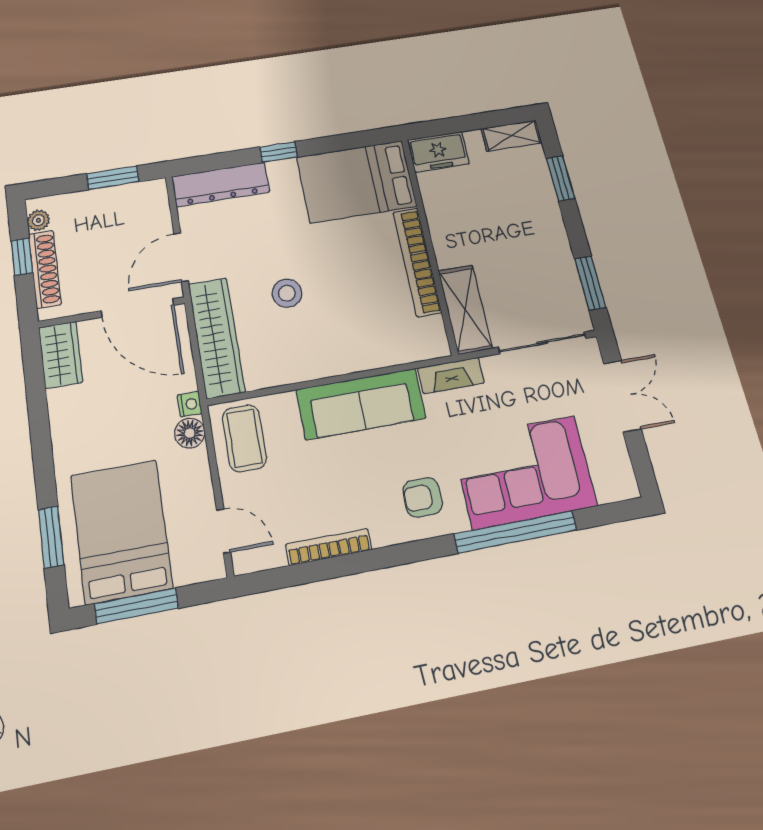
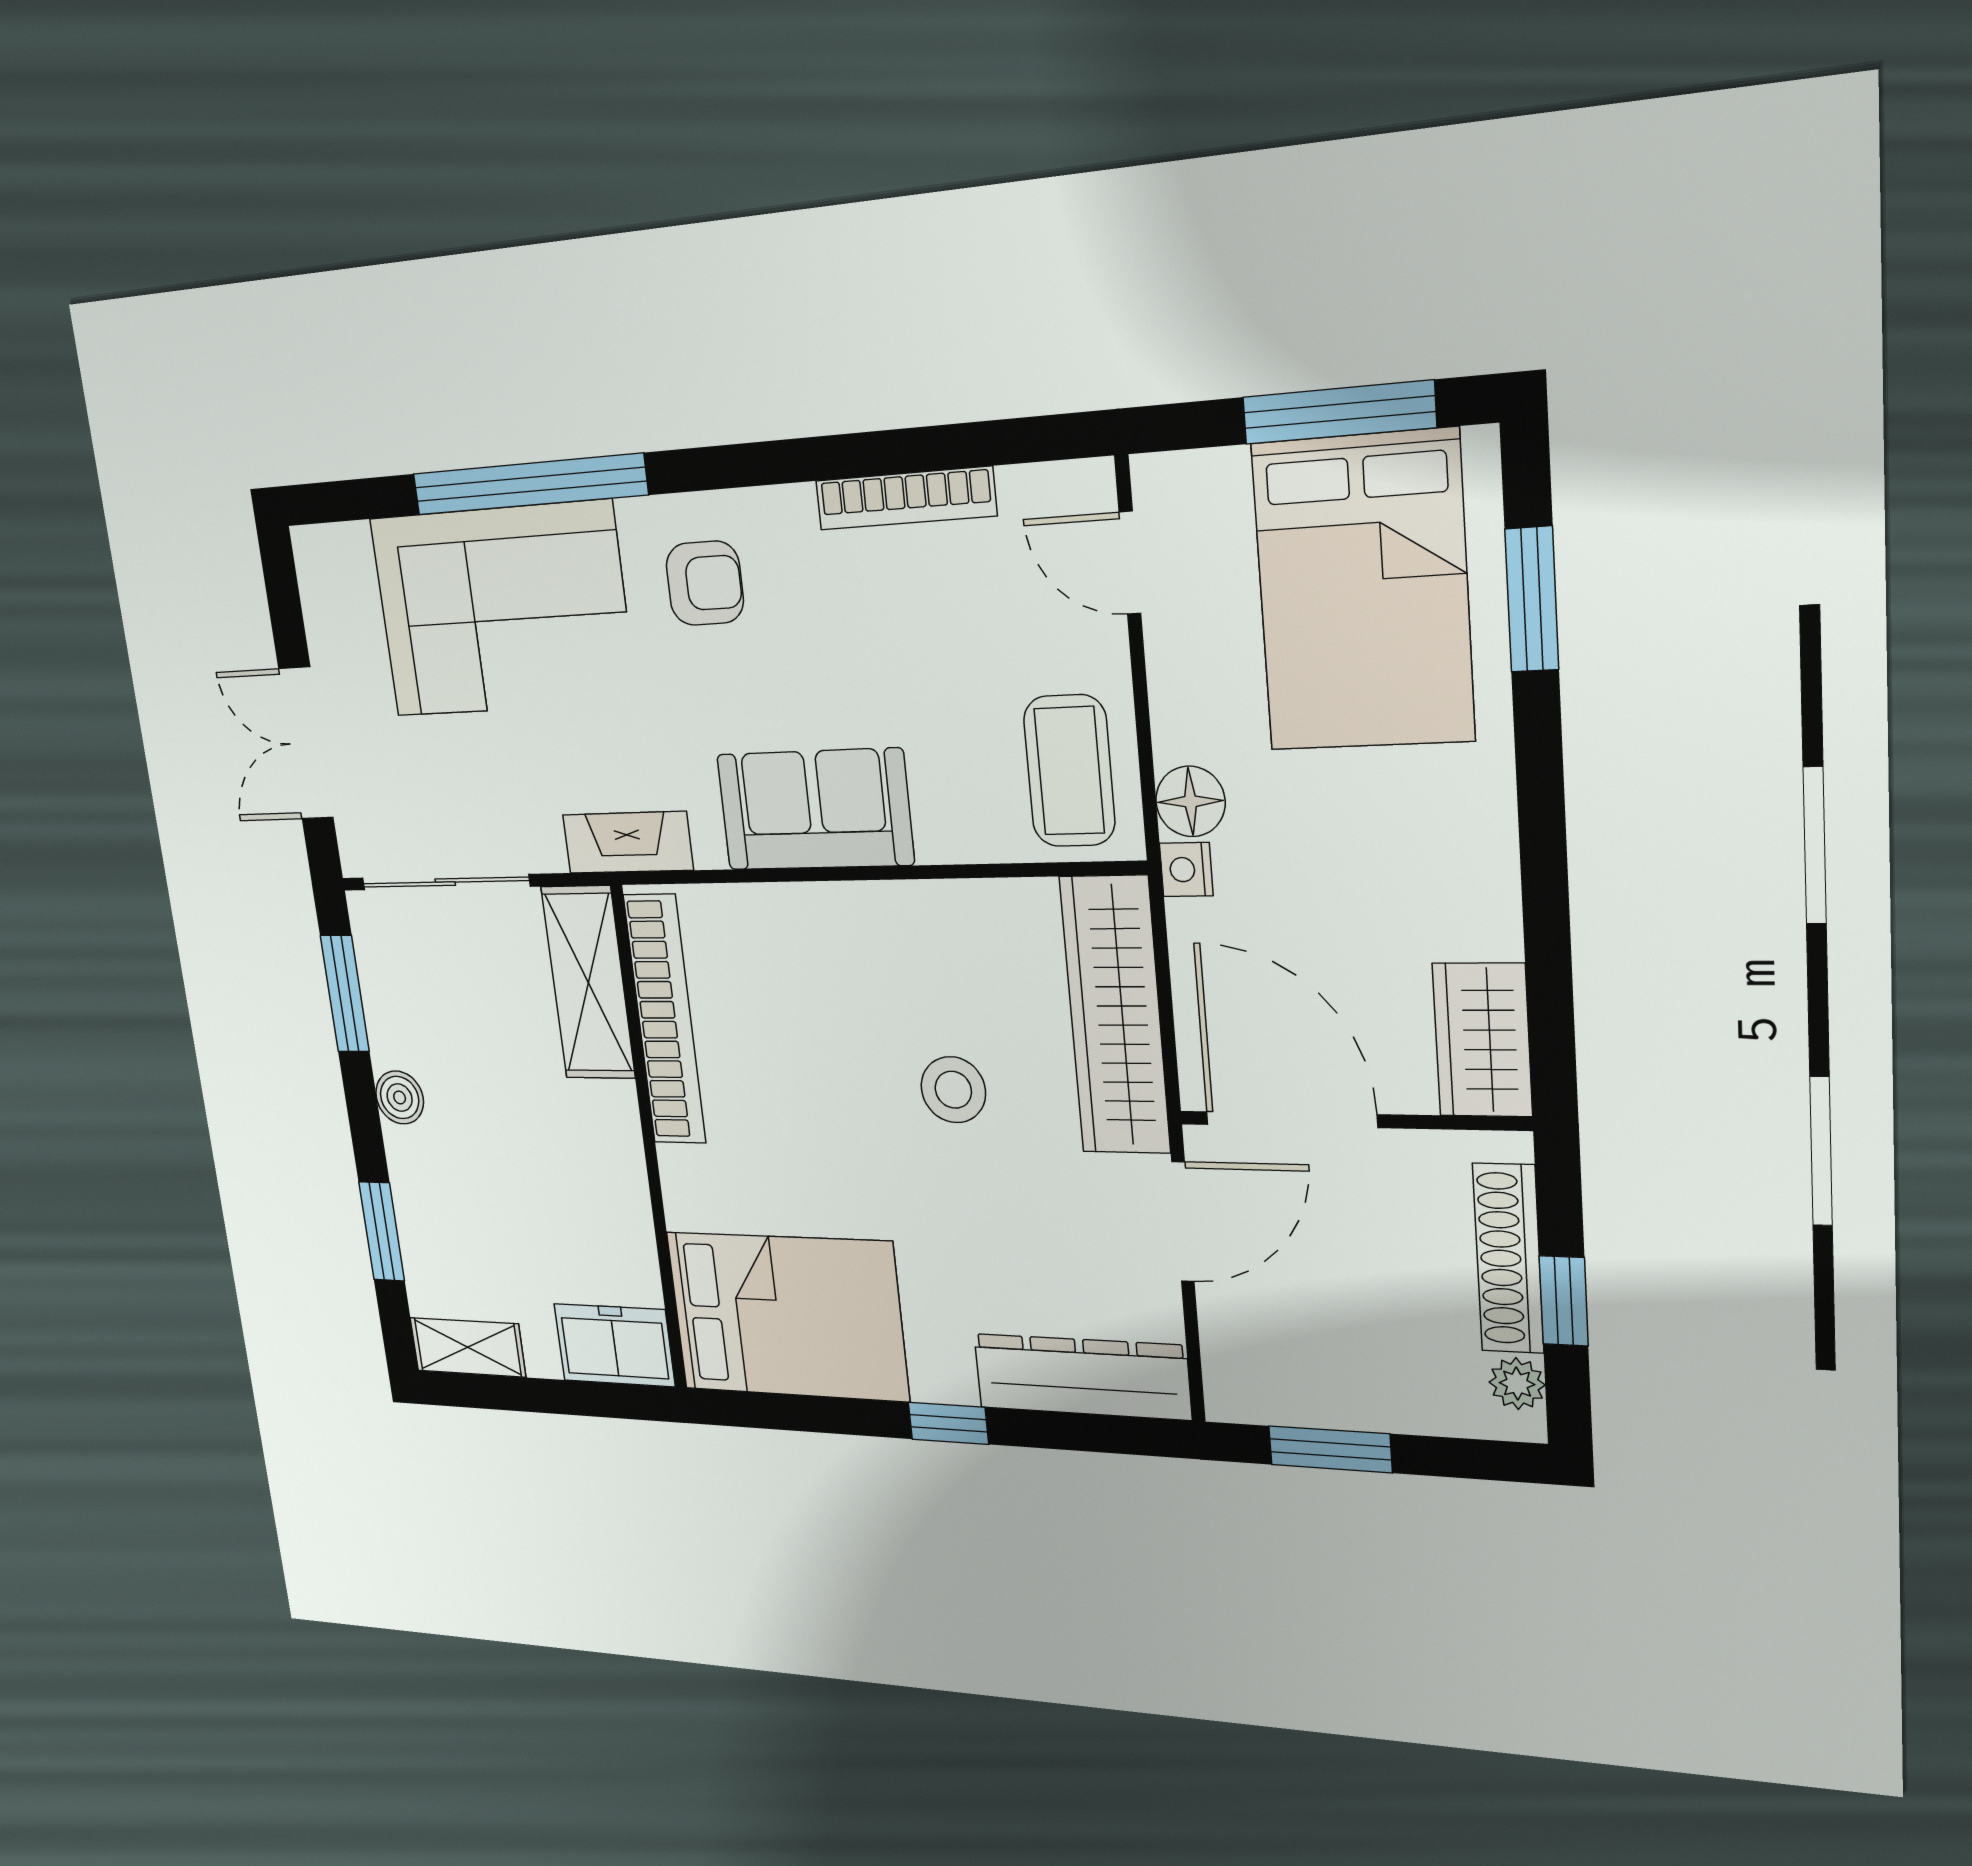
boiler: (557, 241) -> (400, 1097), added
bookcase: (417, 262) -> (665, 1020), moved
sofa: (361, 404) -> (815, 810), width x0.73

